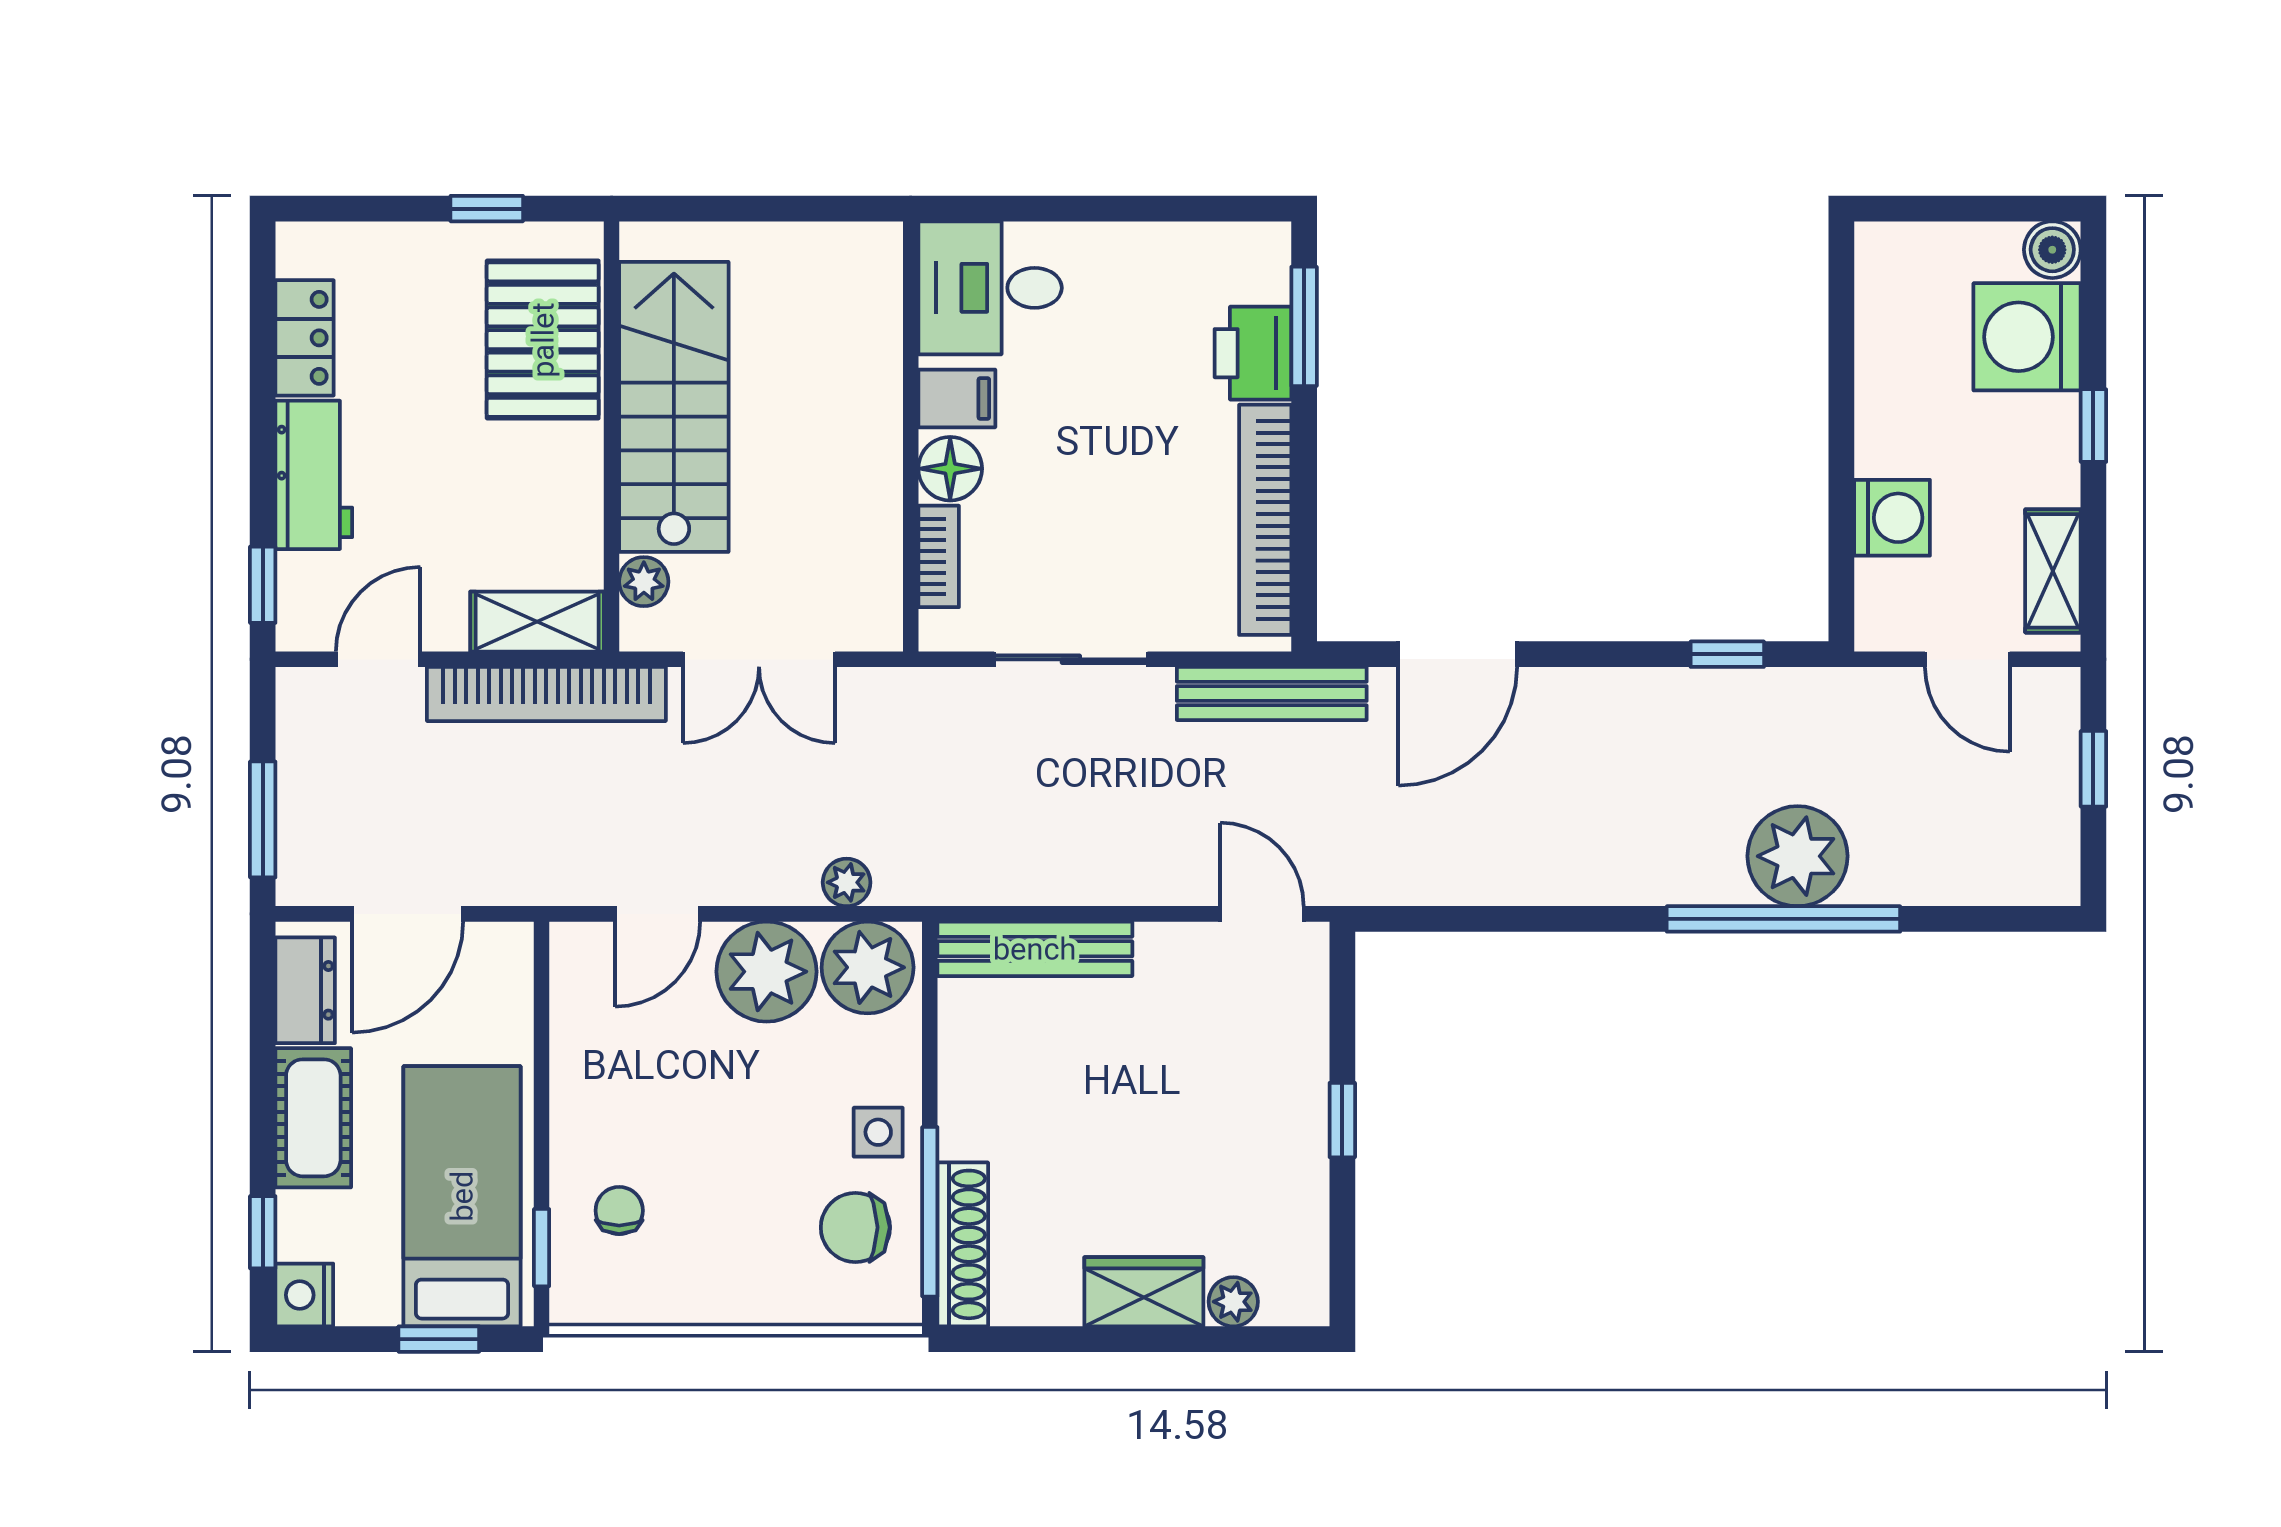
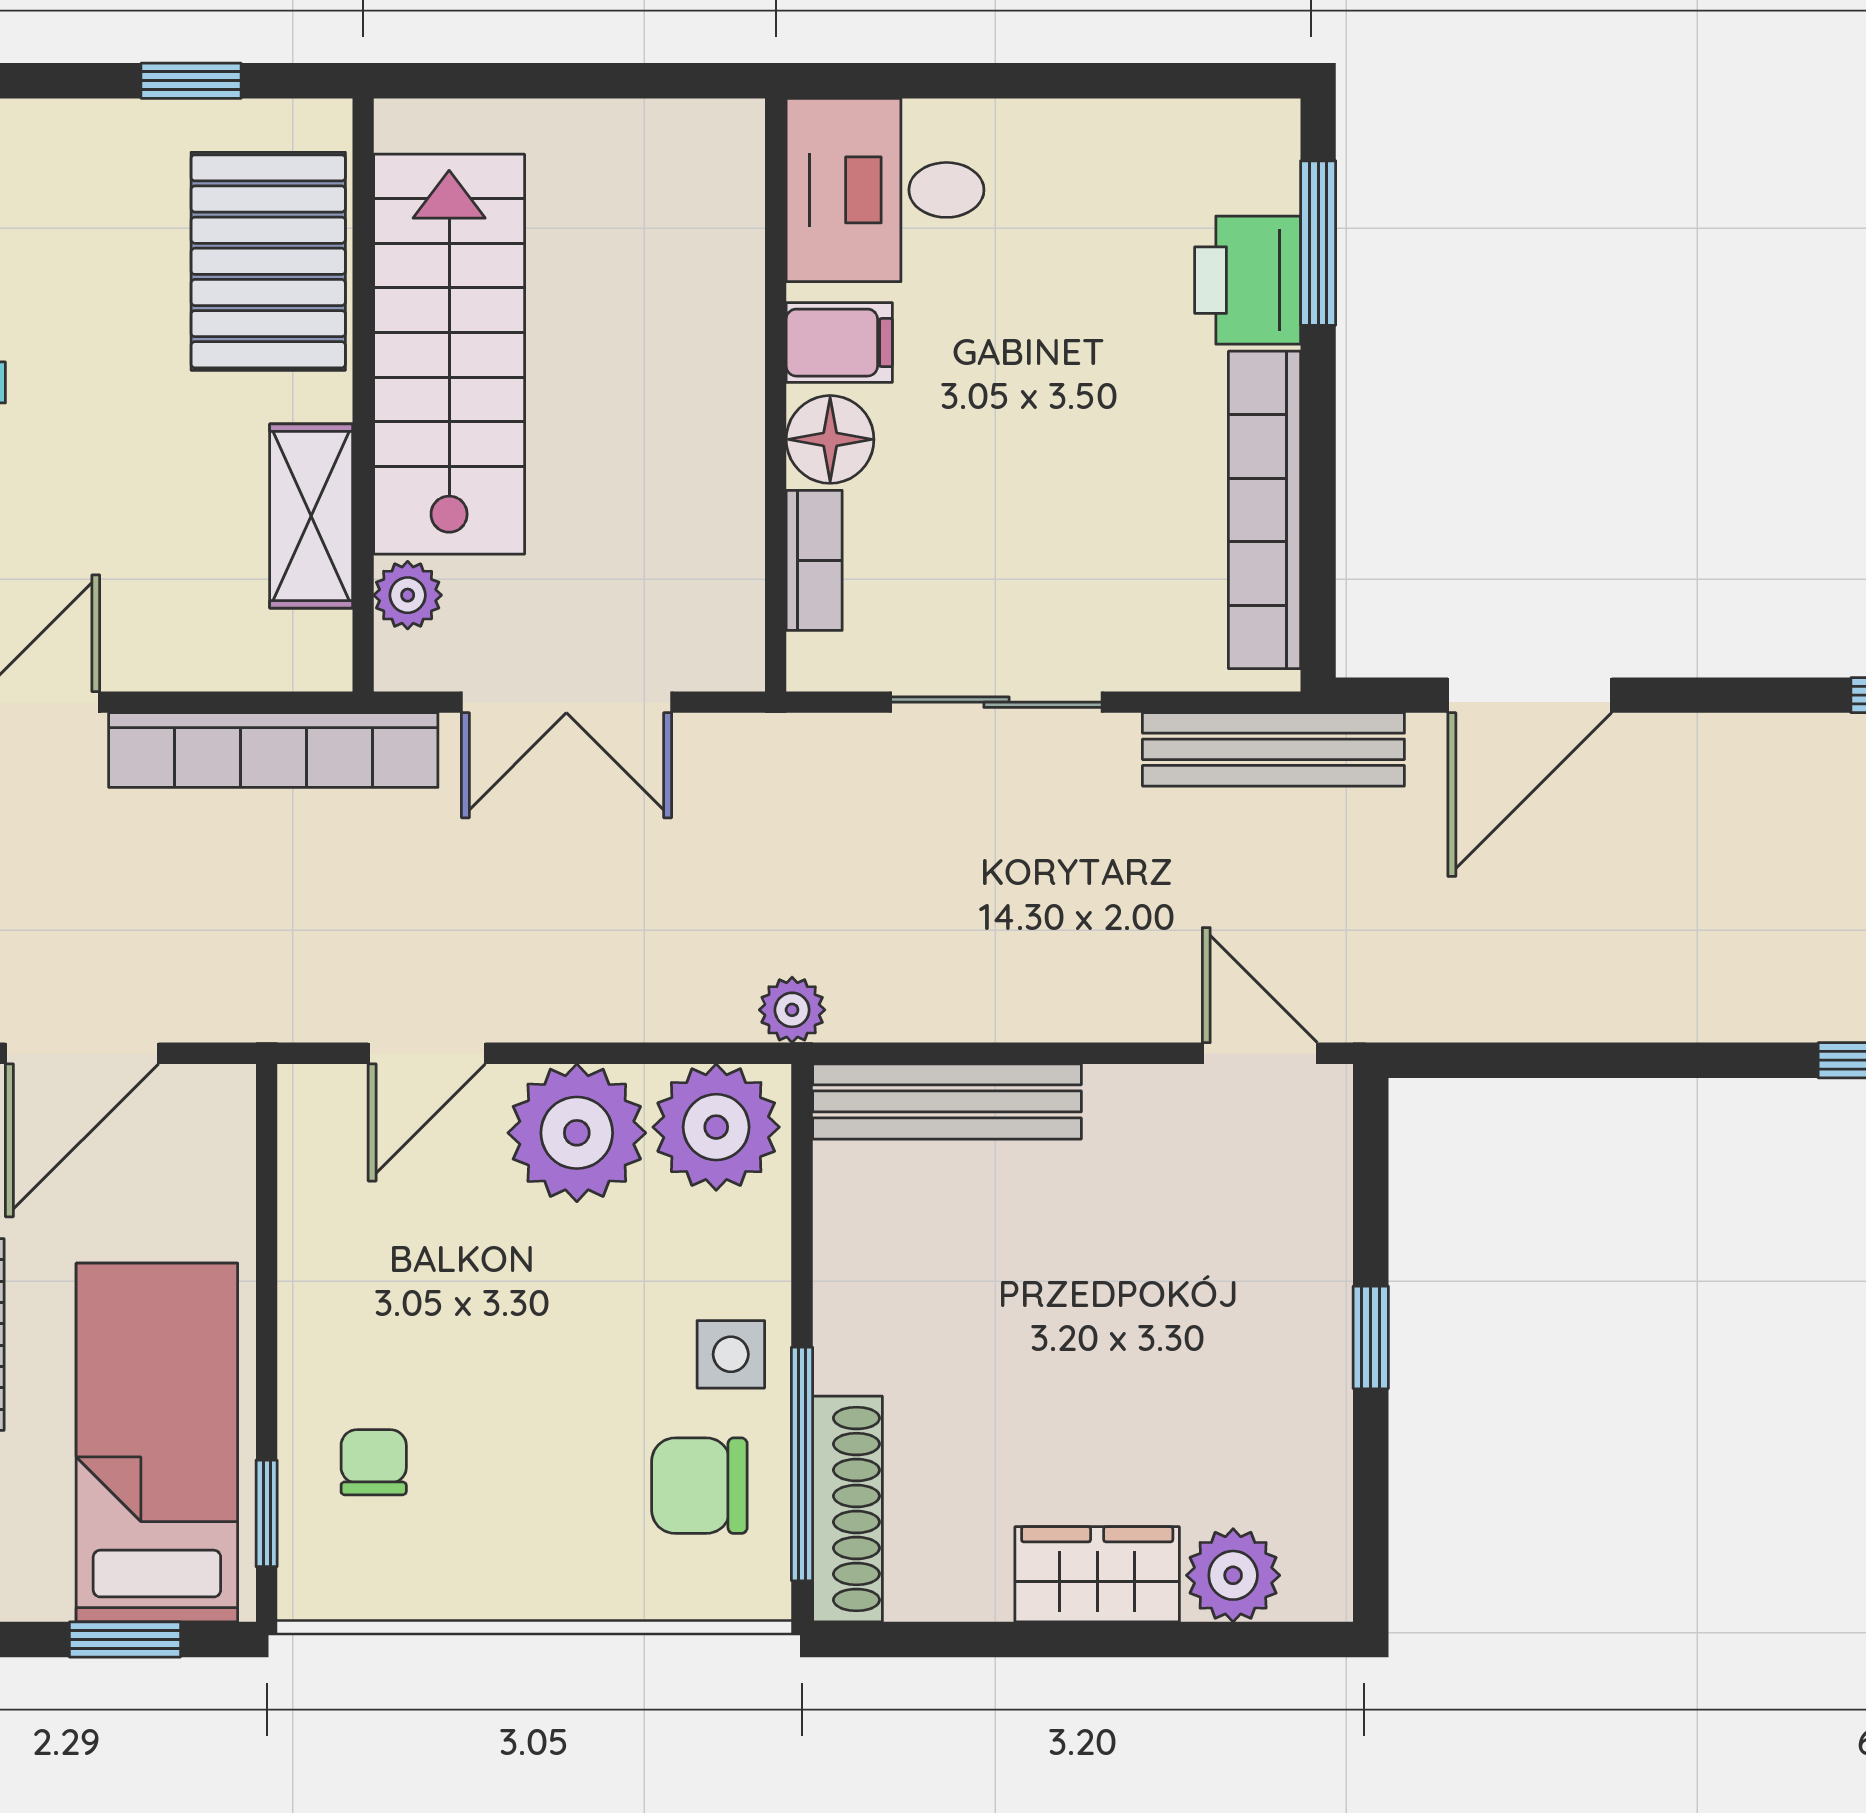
shelving: (537, 622) -> (311, 516), moved, turned 90
plant: (847, 882) -> (792, 1010), moved
plant: (1233, 1302) -> (1233, 1575), width x1.38, depth x1.38

